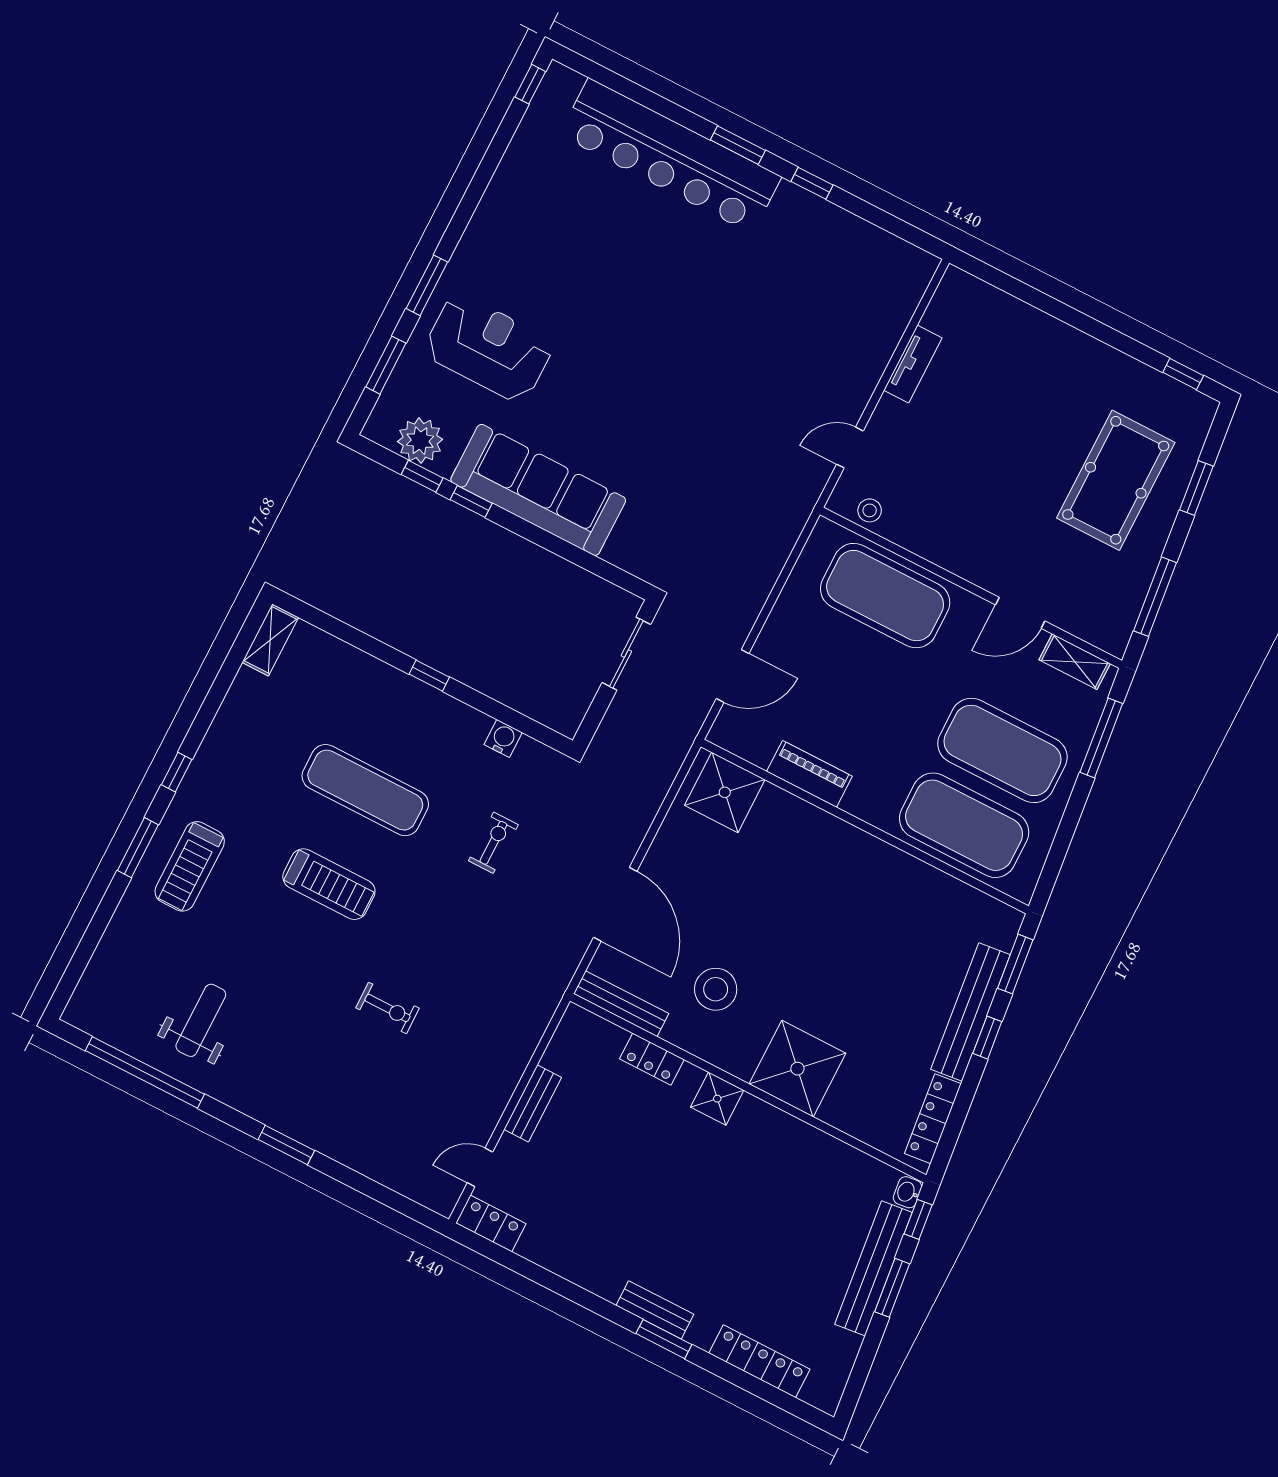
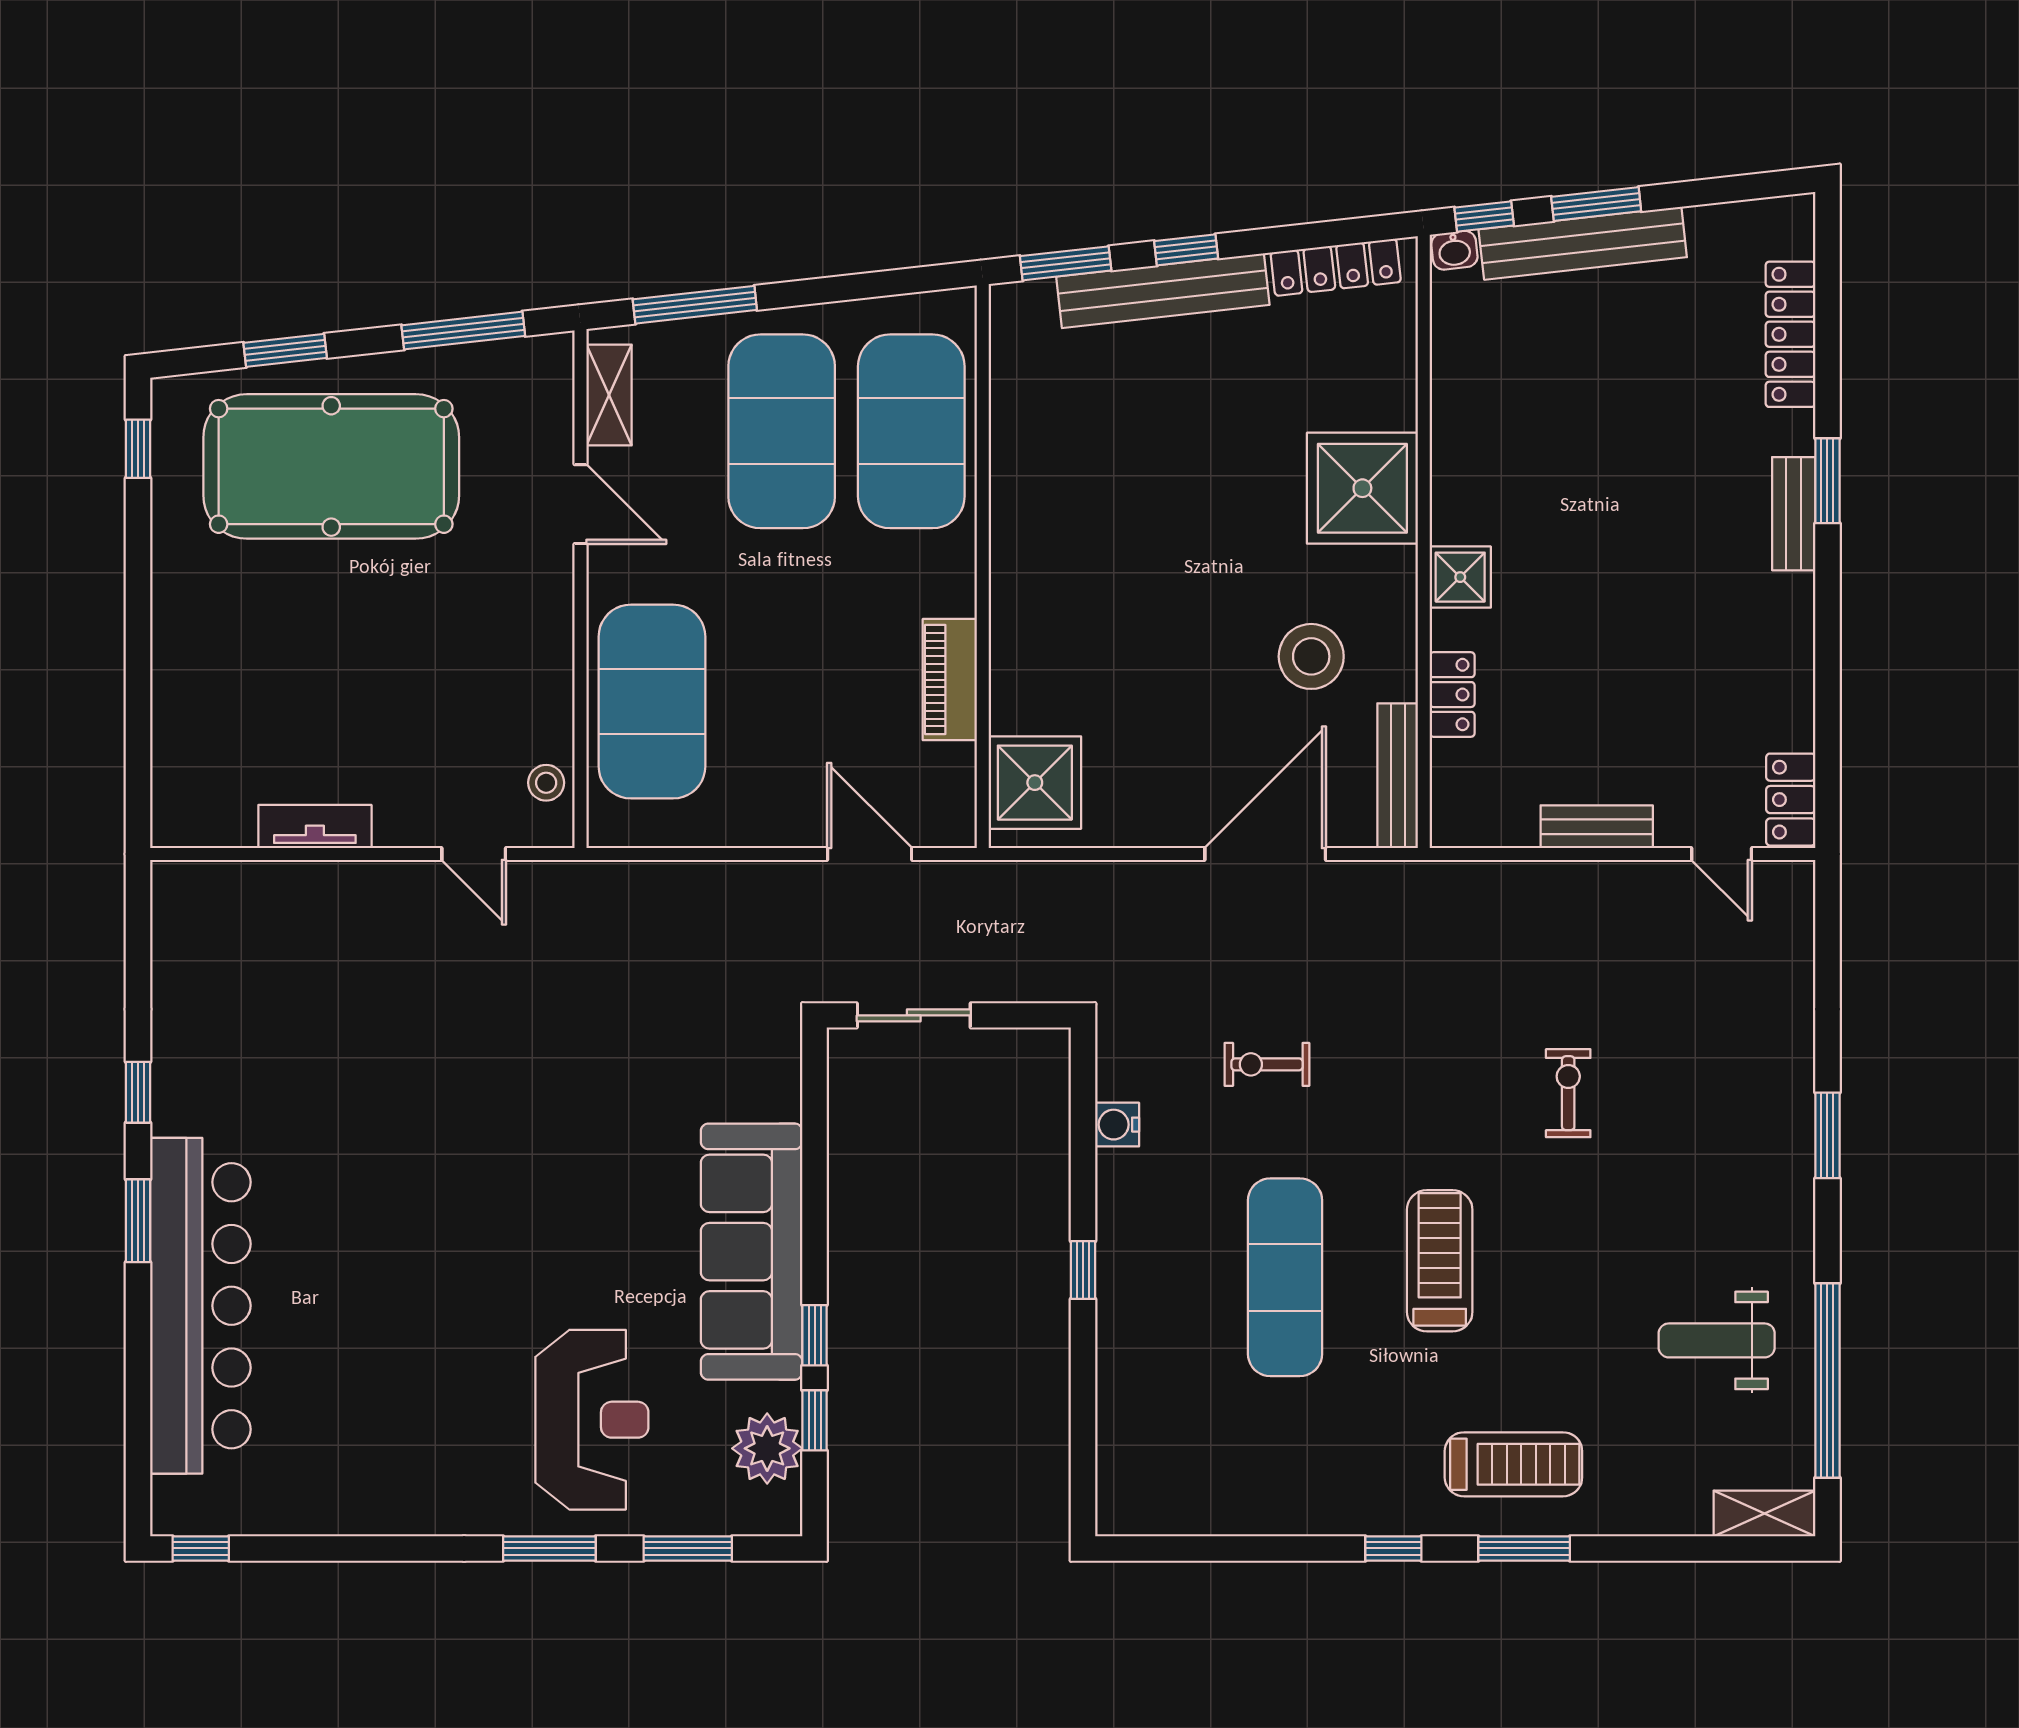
reception desk: (489, 348) -> (592, 1420), turned 180
pool table: (1116, 480) -> (331, 466), width x1.36, depth x1.32
shelving: (270, 640) -> (1764, 1513), moved

